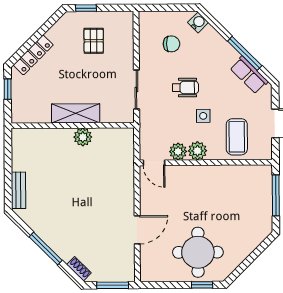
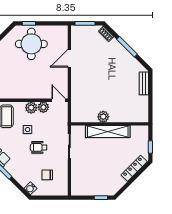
pallet: (94, 41) -> (96, 177), removed
shelving: (76, 113) -> (108, 131), width x1.47

